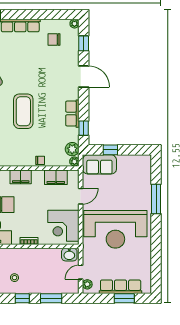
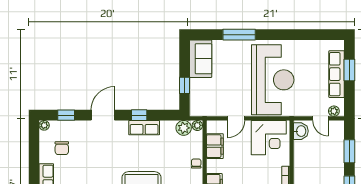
window: (84, 128) -> (139, 115), moved
sofa: (99, 164) -> (201, 59), moved
door: (81, 196) -> (236, 118), swing flipped

